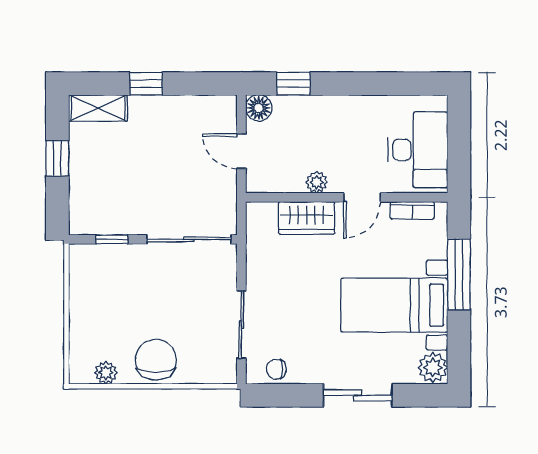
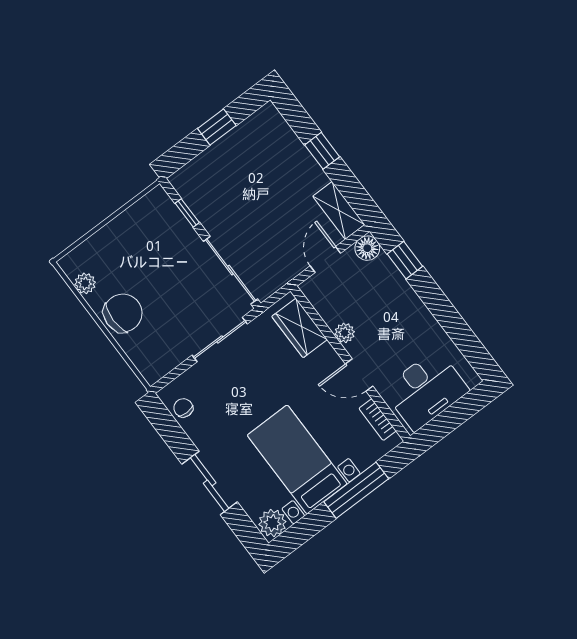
shelving: (98, 108) -> (339, 210), moved
wardrobe: (306, 218) -> (300, 328), moved
sliding door: (241, 325) -> (220, 339), moved

